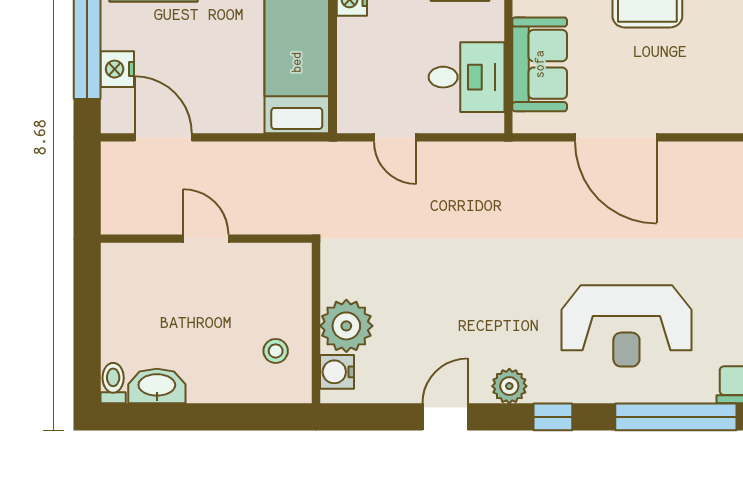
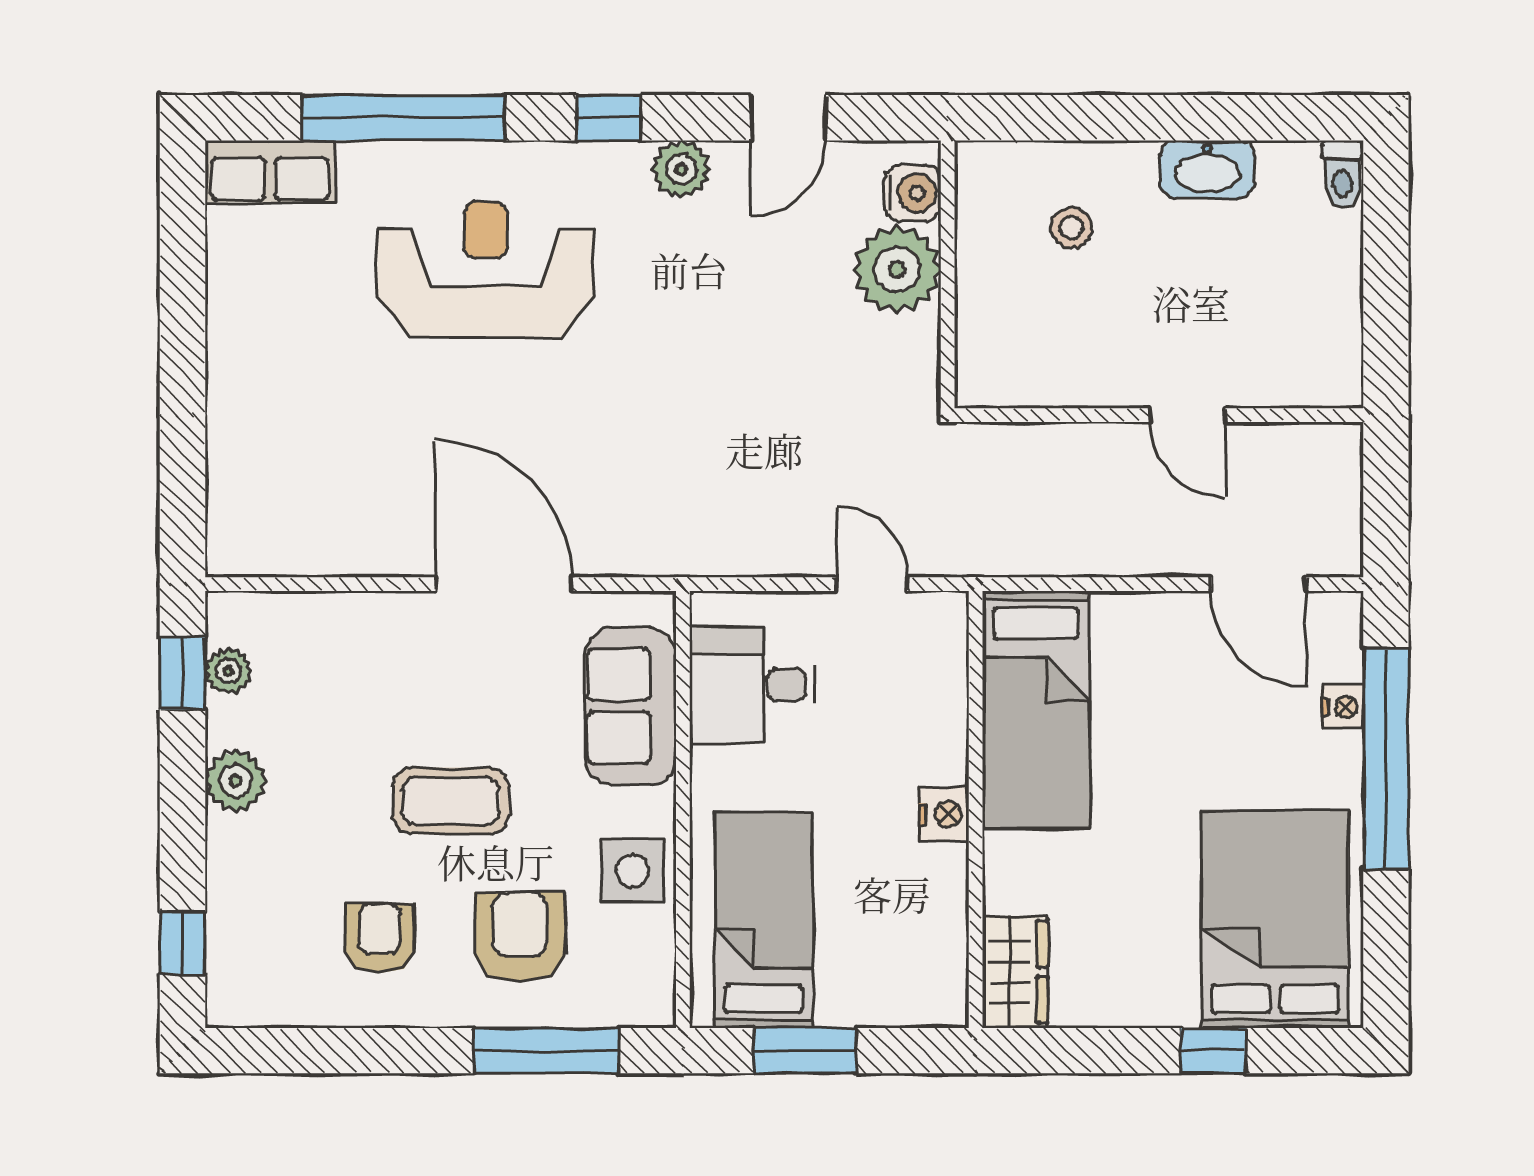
nightstand: (117, 69) -> (1343, 707), width x0.72, depth x0.74
wall: (316, 323) -> (948, 274), moved
plant: (346, 326) -> (897, 270), moved
water cooler: (337, 372) -> (912, 193), moved
washbasin: (157, 386) -> (1207, 169), moved

